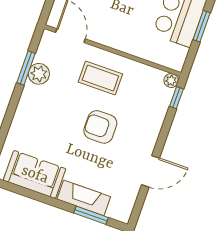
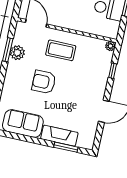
window: (176, 98) -> (113, 71), moved
armchair: (100, 127) -> (44, 82), moved

